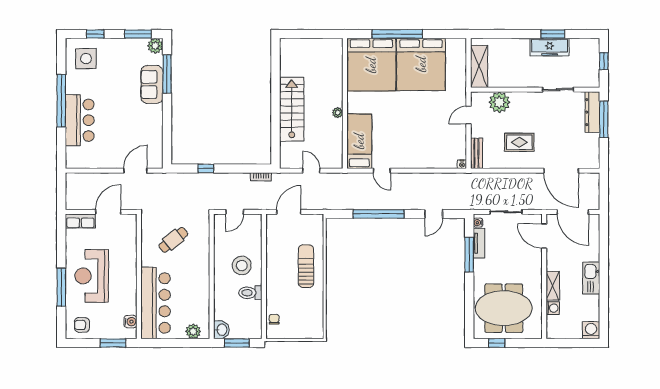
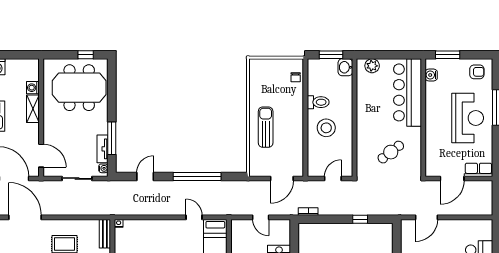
sun lounger: (306, 266) -> (266, 127), turned 180

